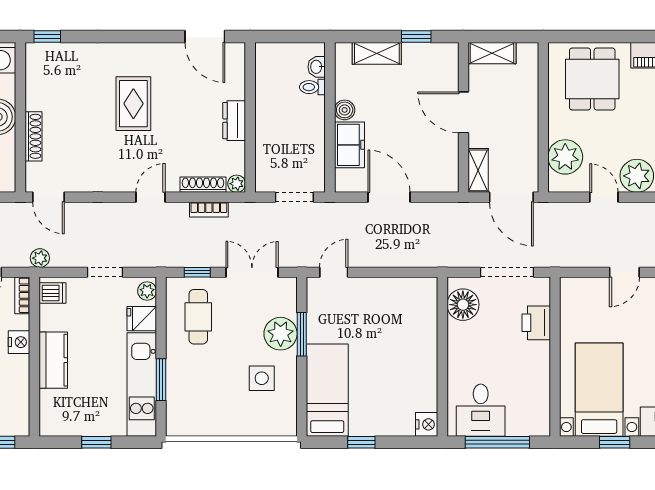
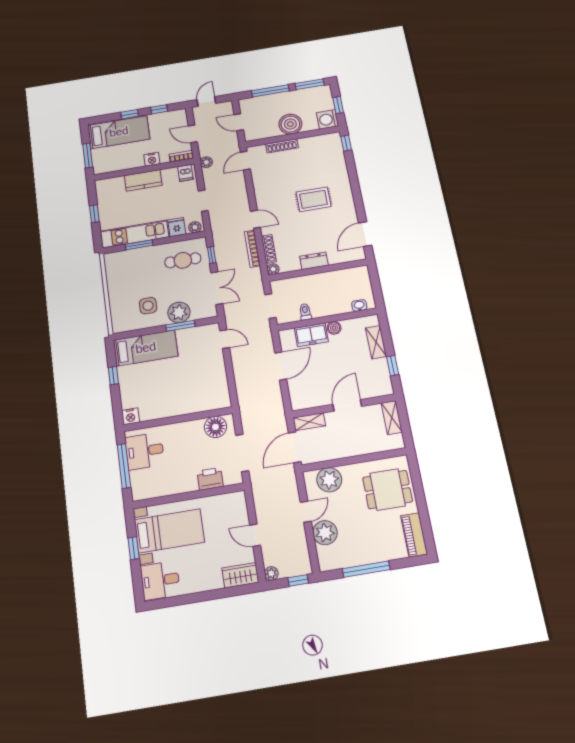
toilet: (312, 87) -> (305, 312), moved
bookcase: (209, 210) -> (252, 249), width x1.56

